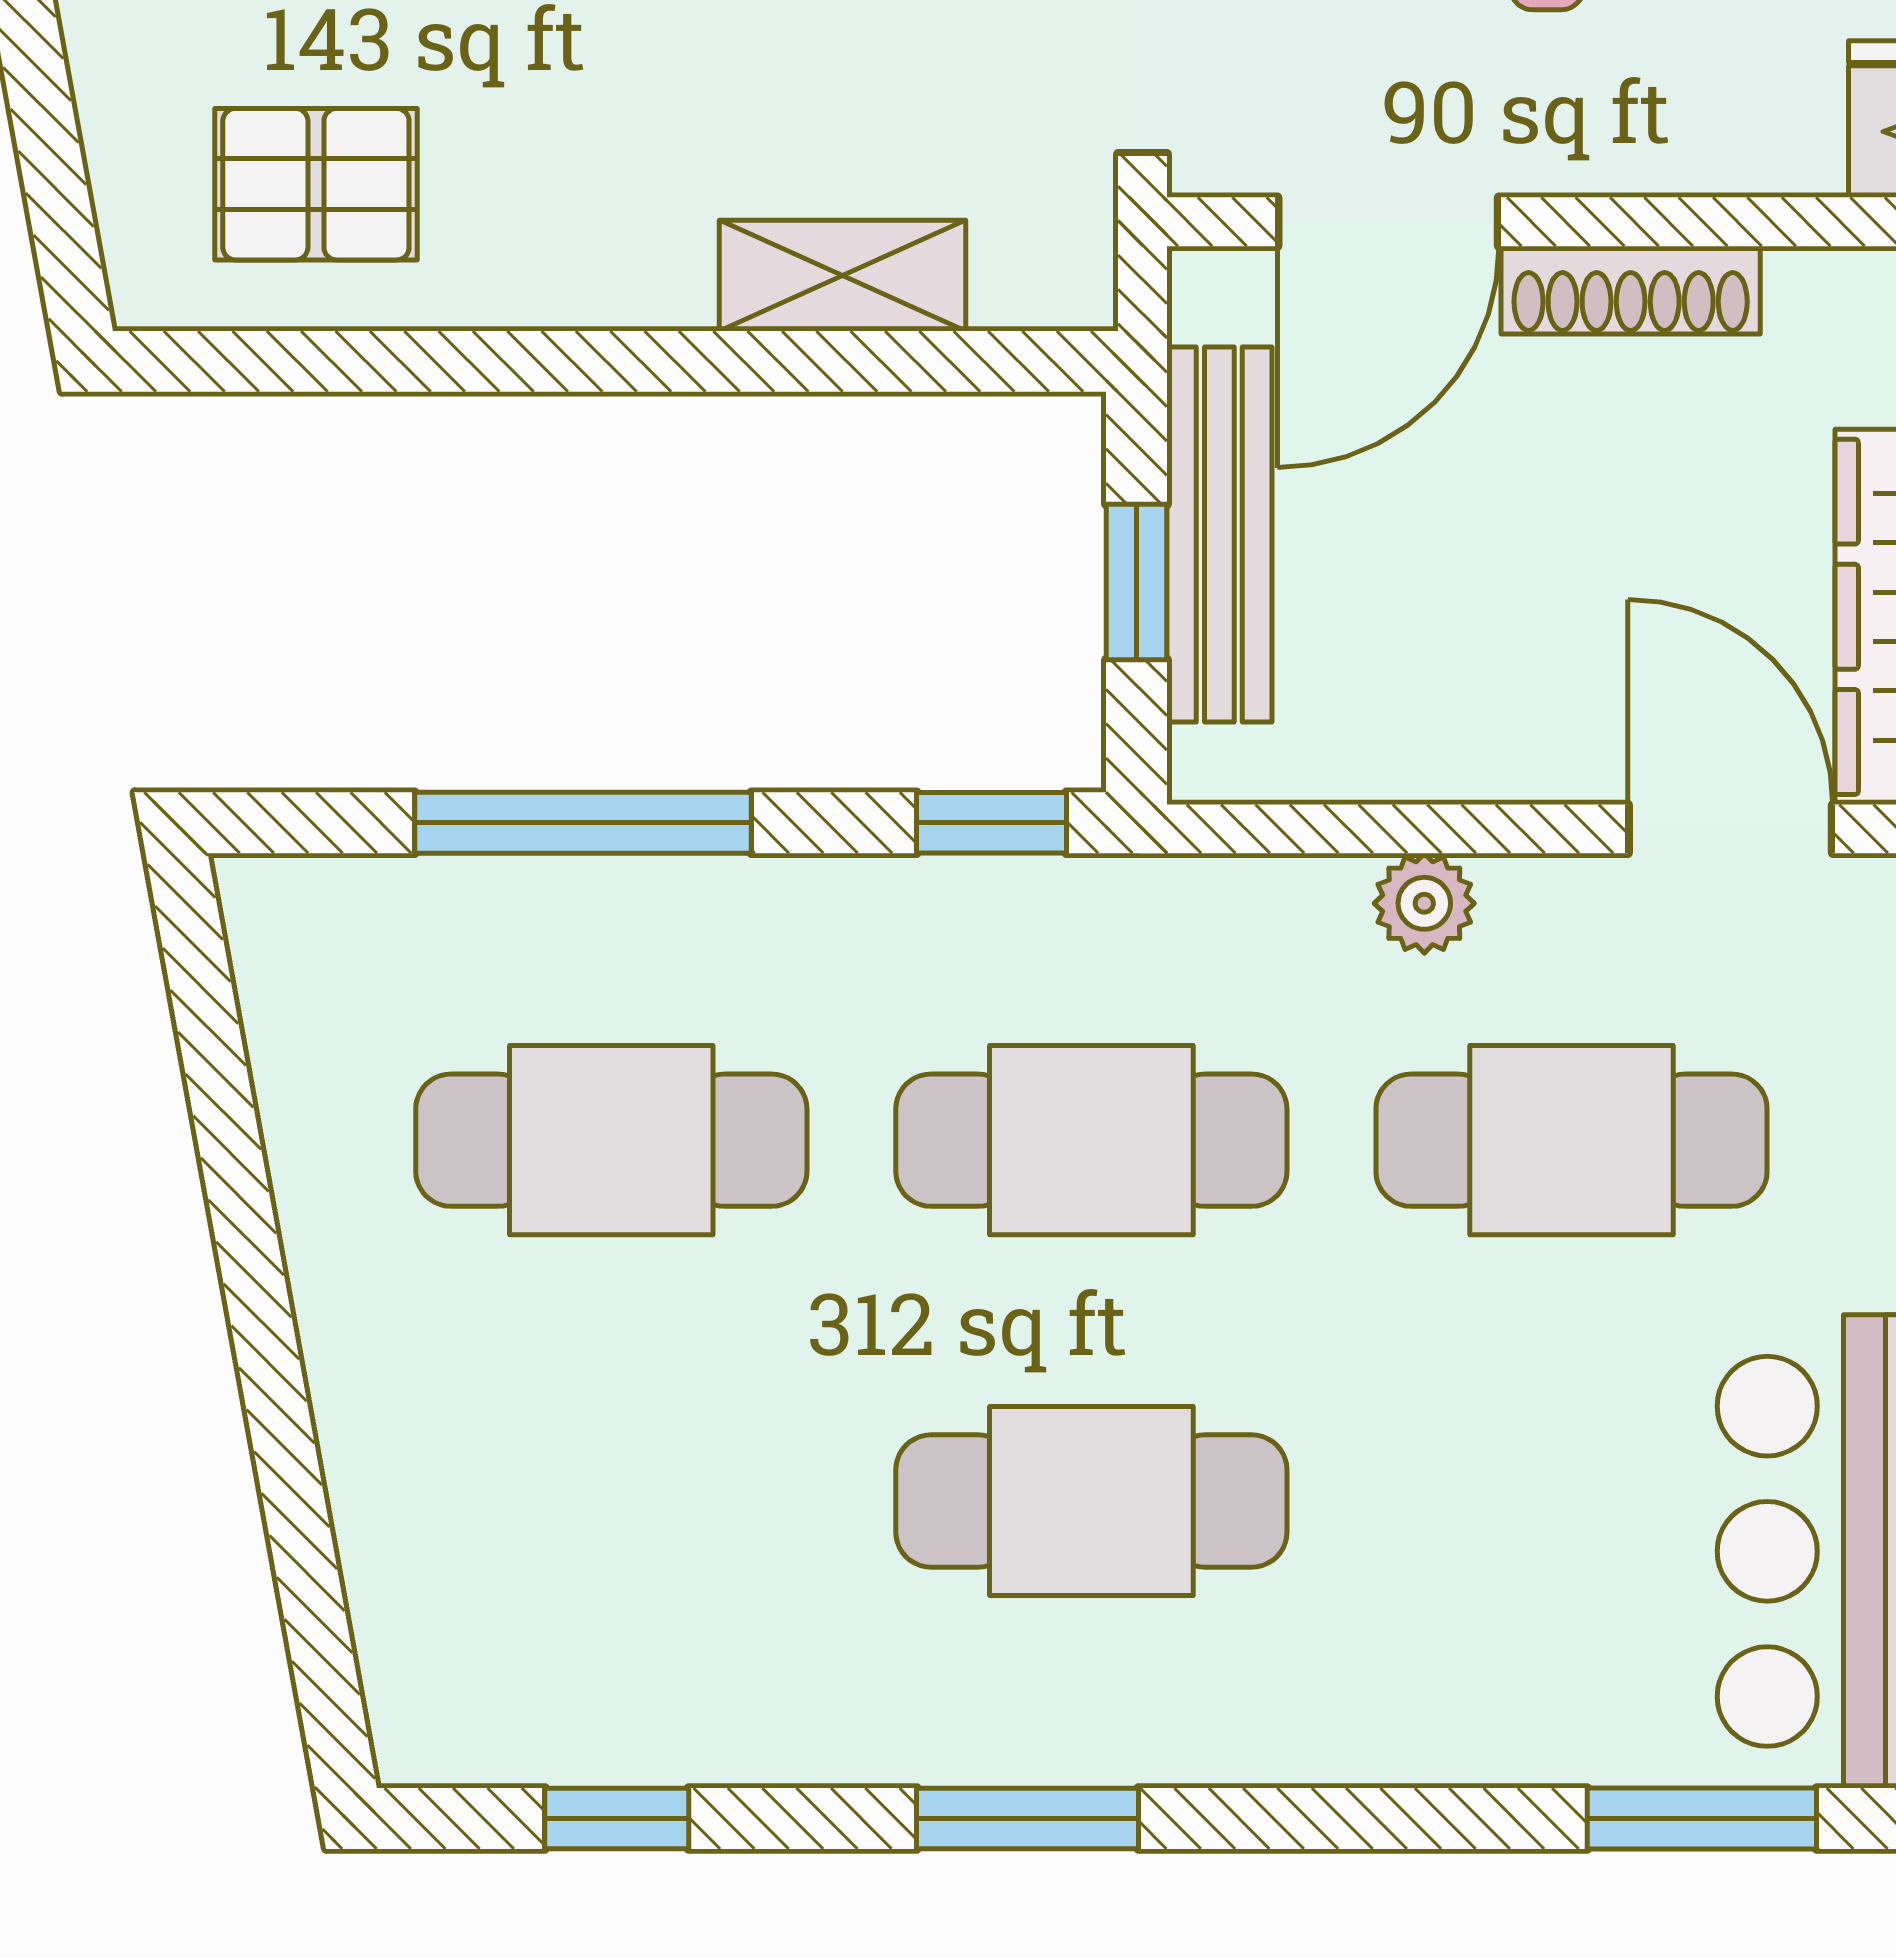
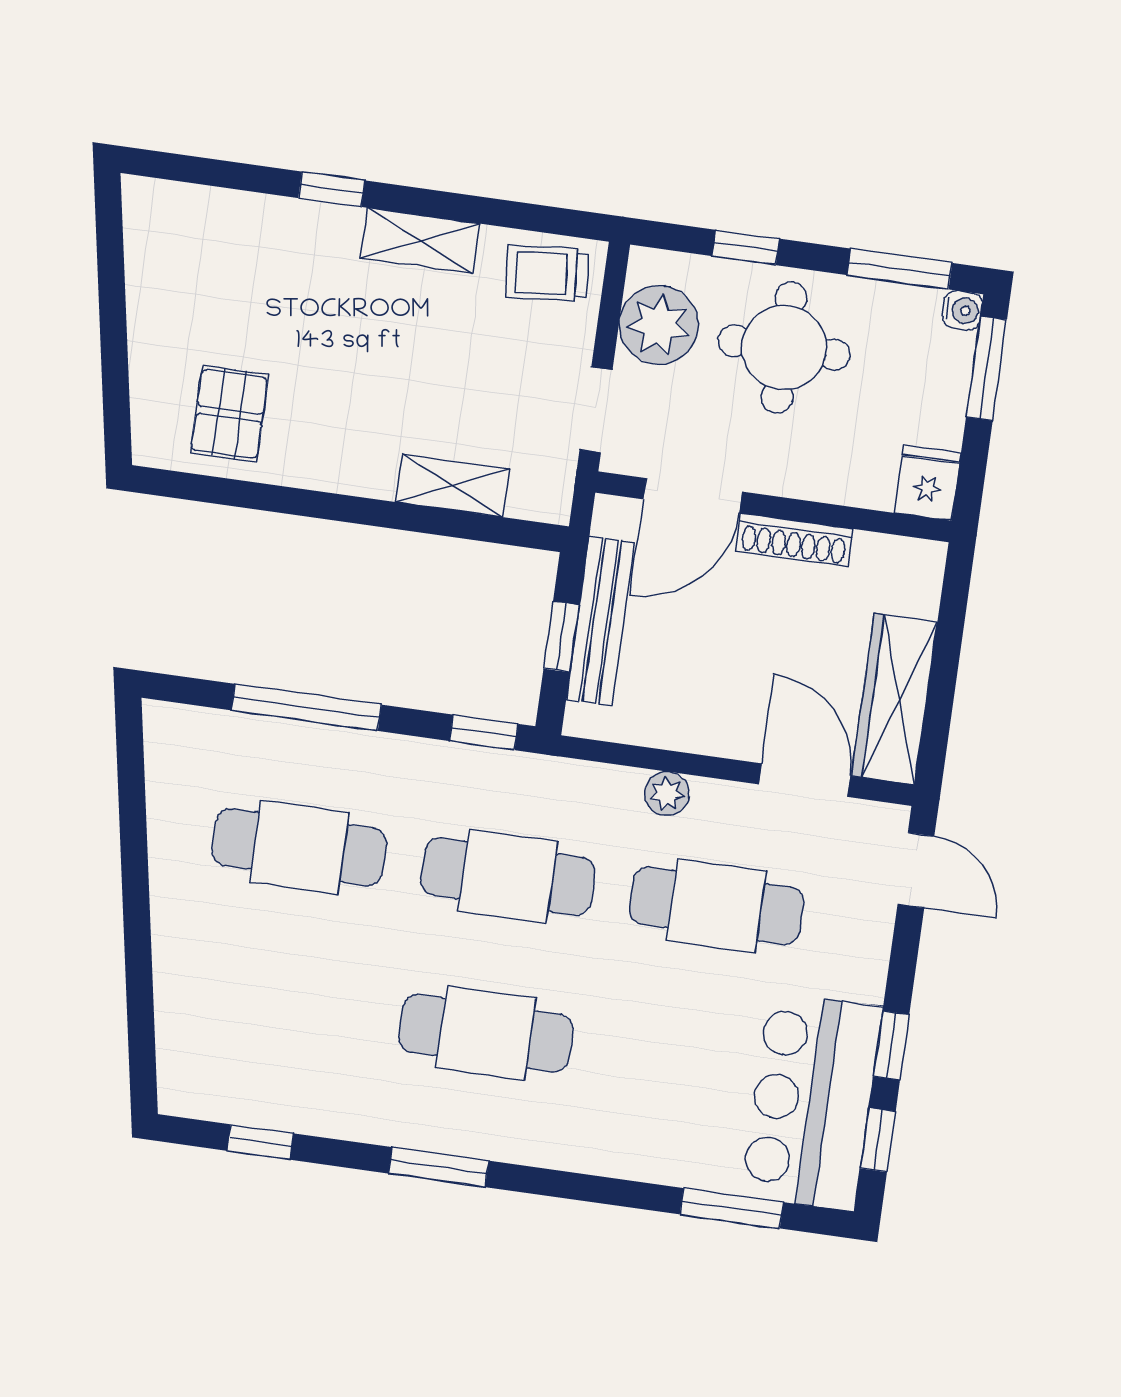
pallet: (316, 184) -> (229, 414), turned 90

